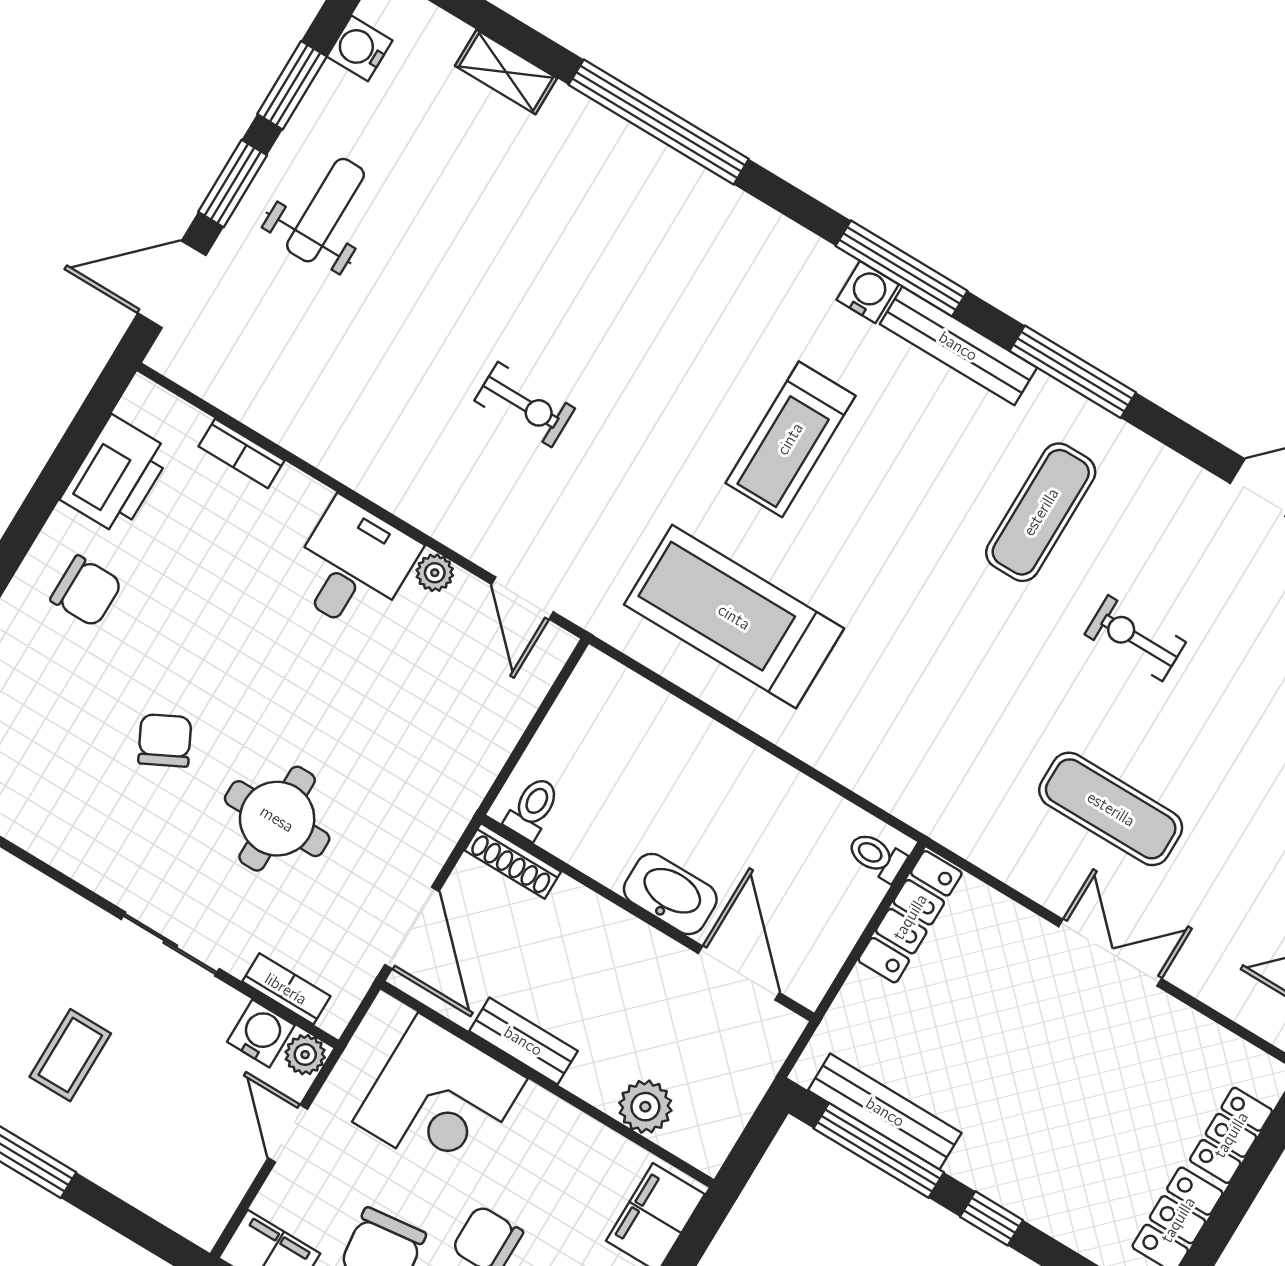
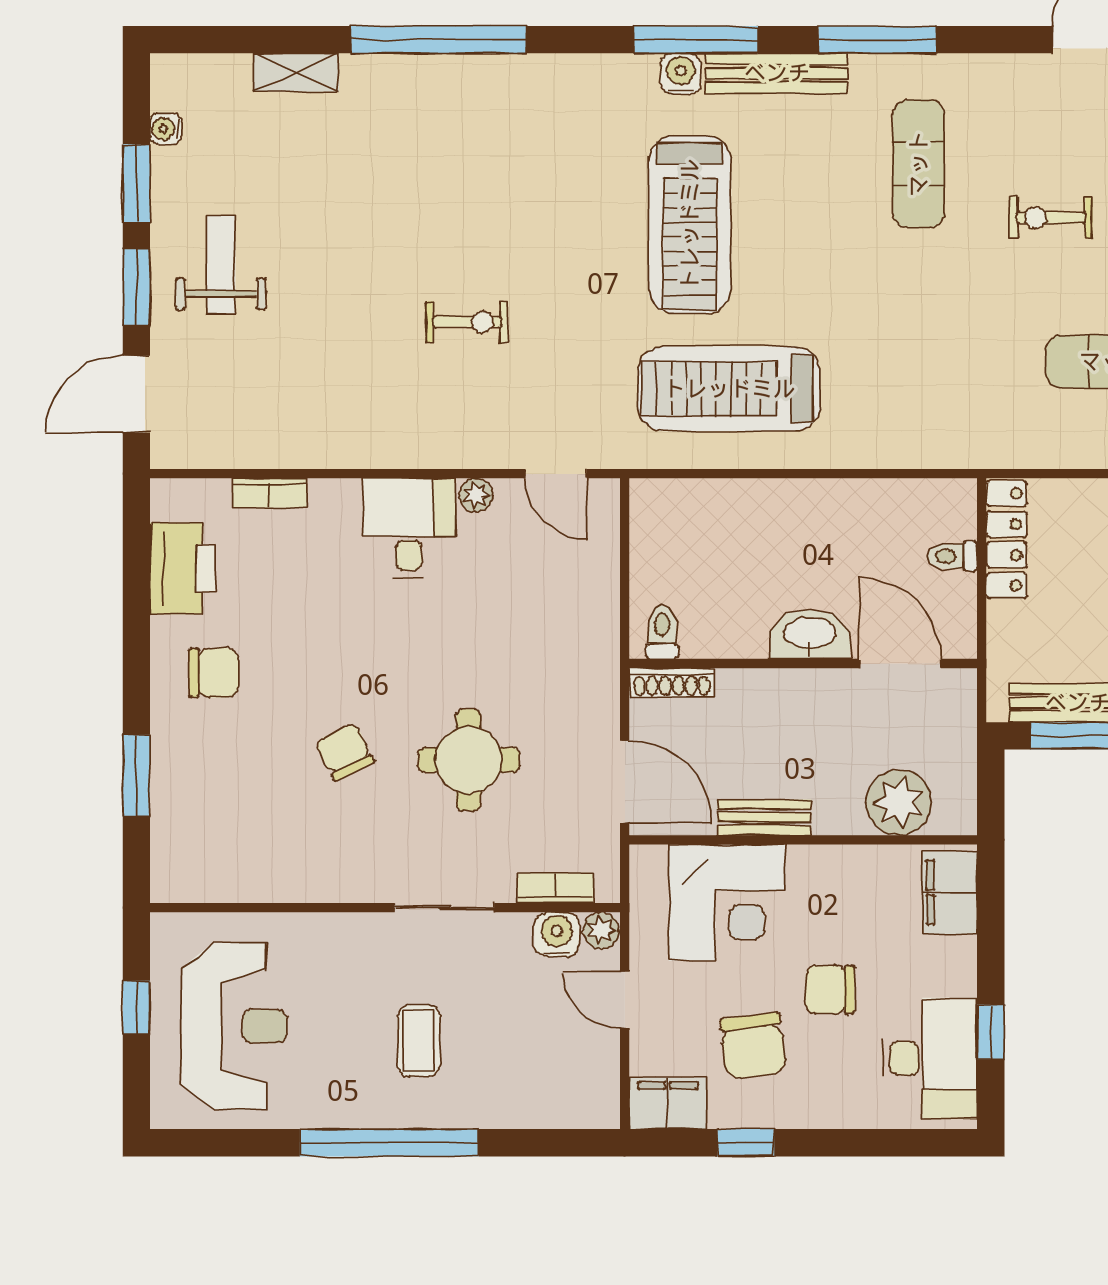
water cooler: (360, 48) -> (166, 129), width x0.72, depth x0.72
treadmill: (790, 439) -> (690, 225), width x1.37, depth x1.38
toilet: (877, 856) -> (952, 556), moved
plant: (645, 1107) -> (899, 803), width x1.36, depth x1.36

